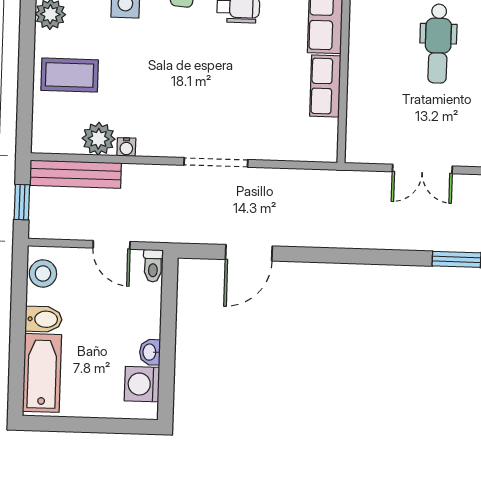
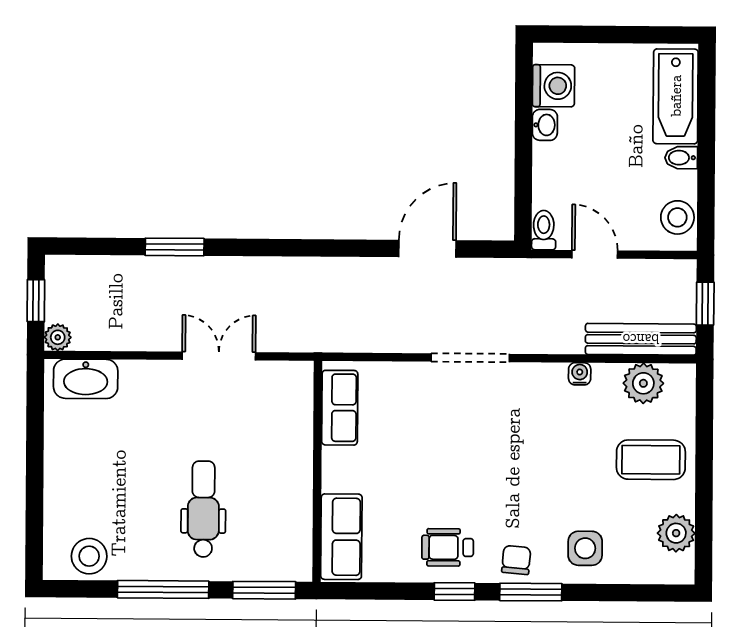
row of seats: (325, 86) -> (340, 408), moved
plant: (99, 139) -> (643, 383), moved
bidet: (44, 319) -> (681, 158), width x0.72, depth x0.74

